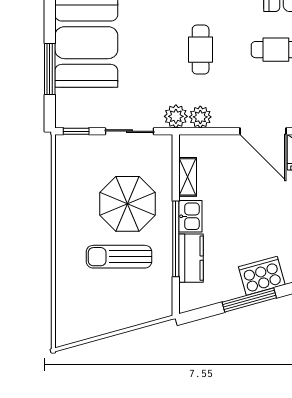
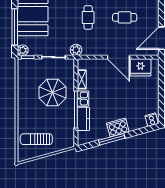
window: (50, 69) -> (15, 27), width x1.46
plant: (200, 117) -> (23, 50), moved
sun lounger: (119, 257) -> (36, 139), moved

